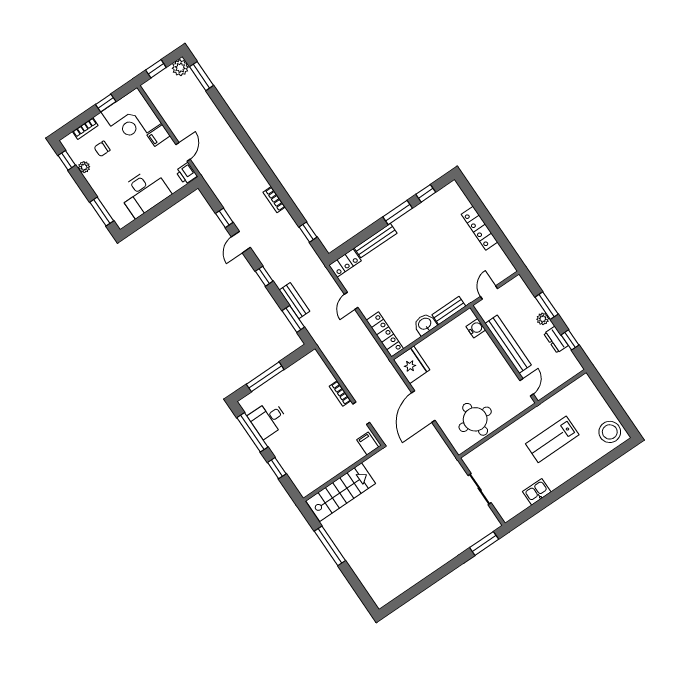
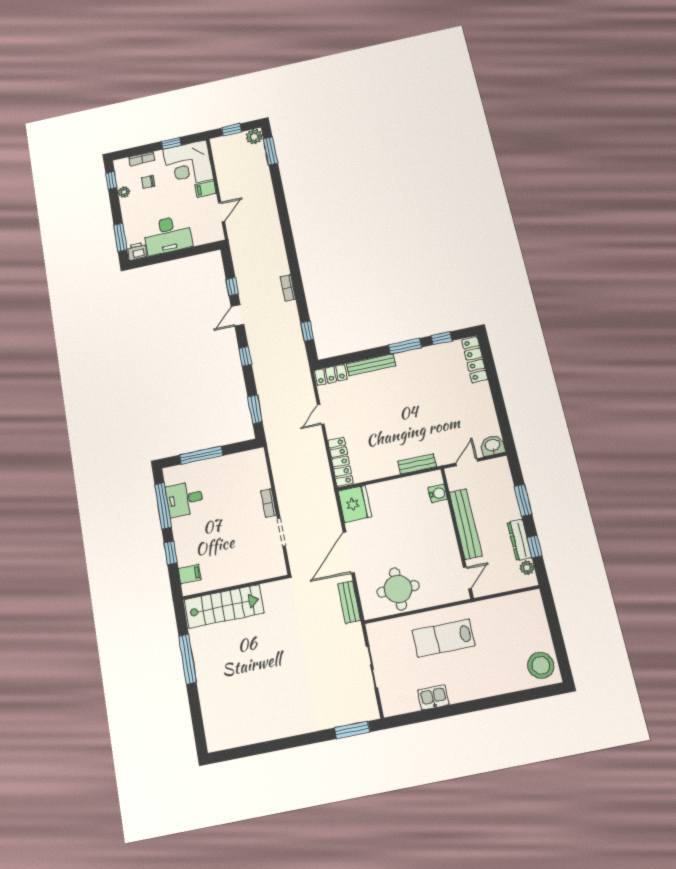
printer: (186, 173) -> (137, 251), moved, turned 90
locker: (479, 228) -> (475, 360), moved
bench: (294, 301) -> (349, 602), moved
plant: (543, 319) -> (527, 568), moved
washbasin: (425, 324) -> (493, 446), moved
dresser: (556, 340) -> (519, 540), width x1.44
lab bench: (552, 439) -> (443, 638), moved
filing cabinet: (368, 443) -> (190, 574), moved, turned 90

